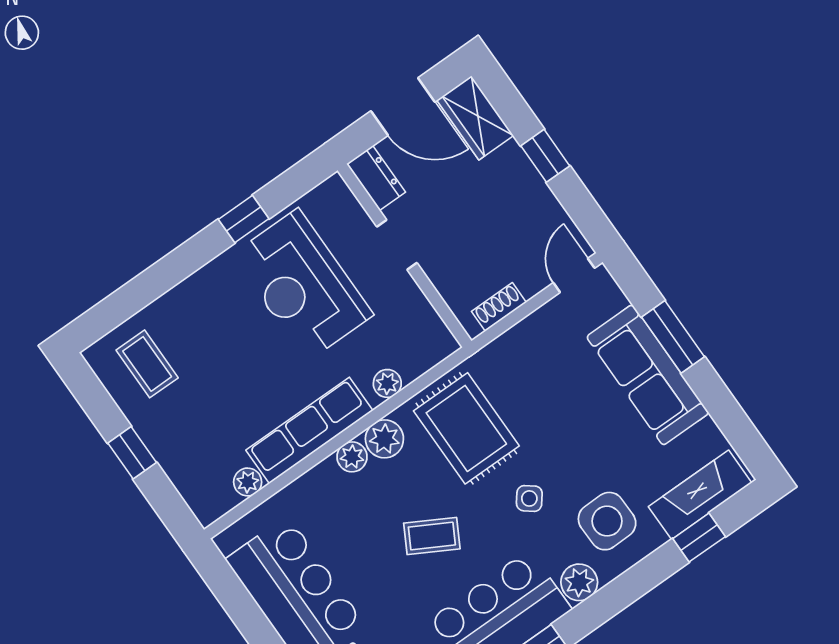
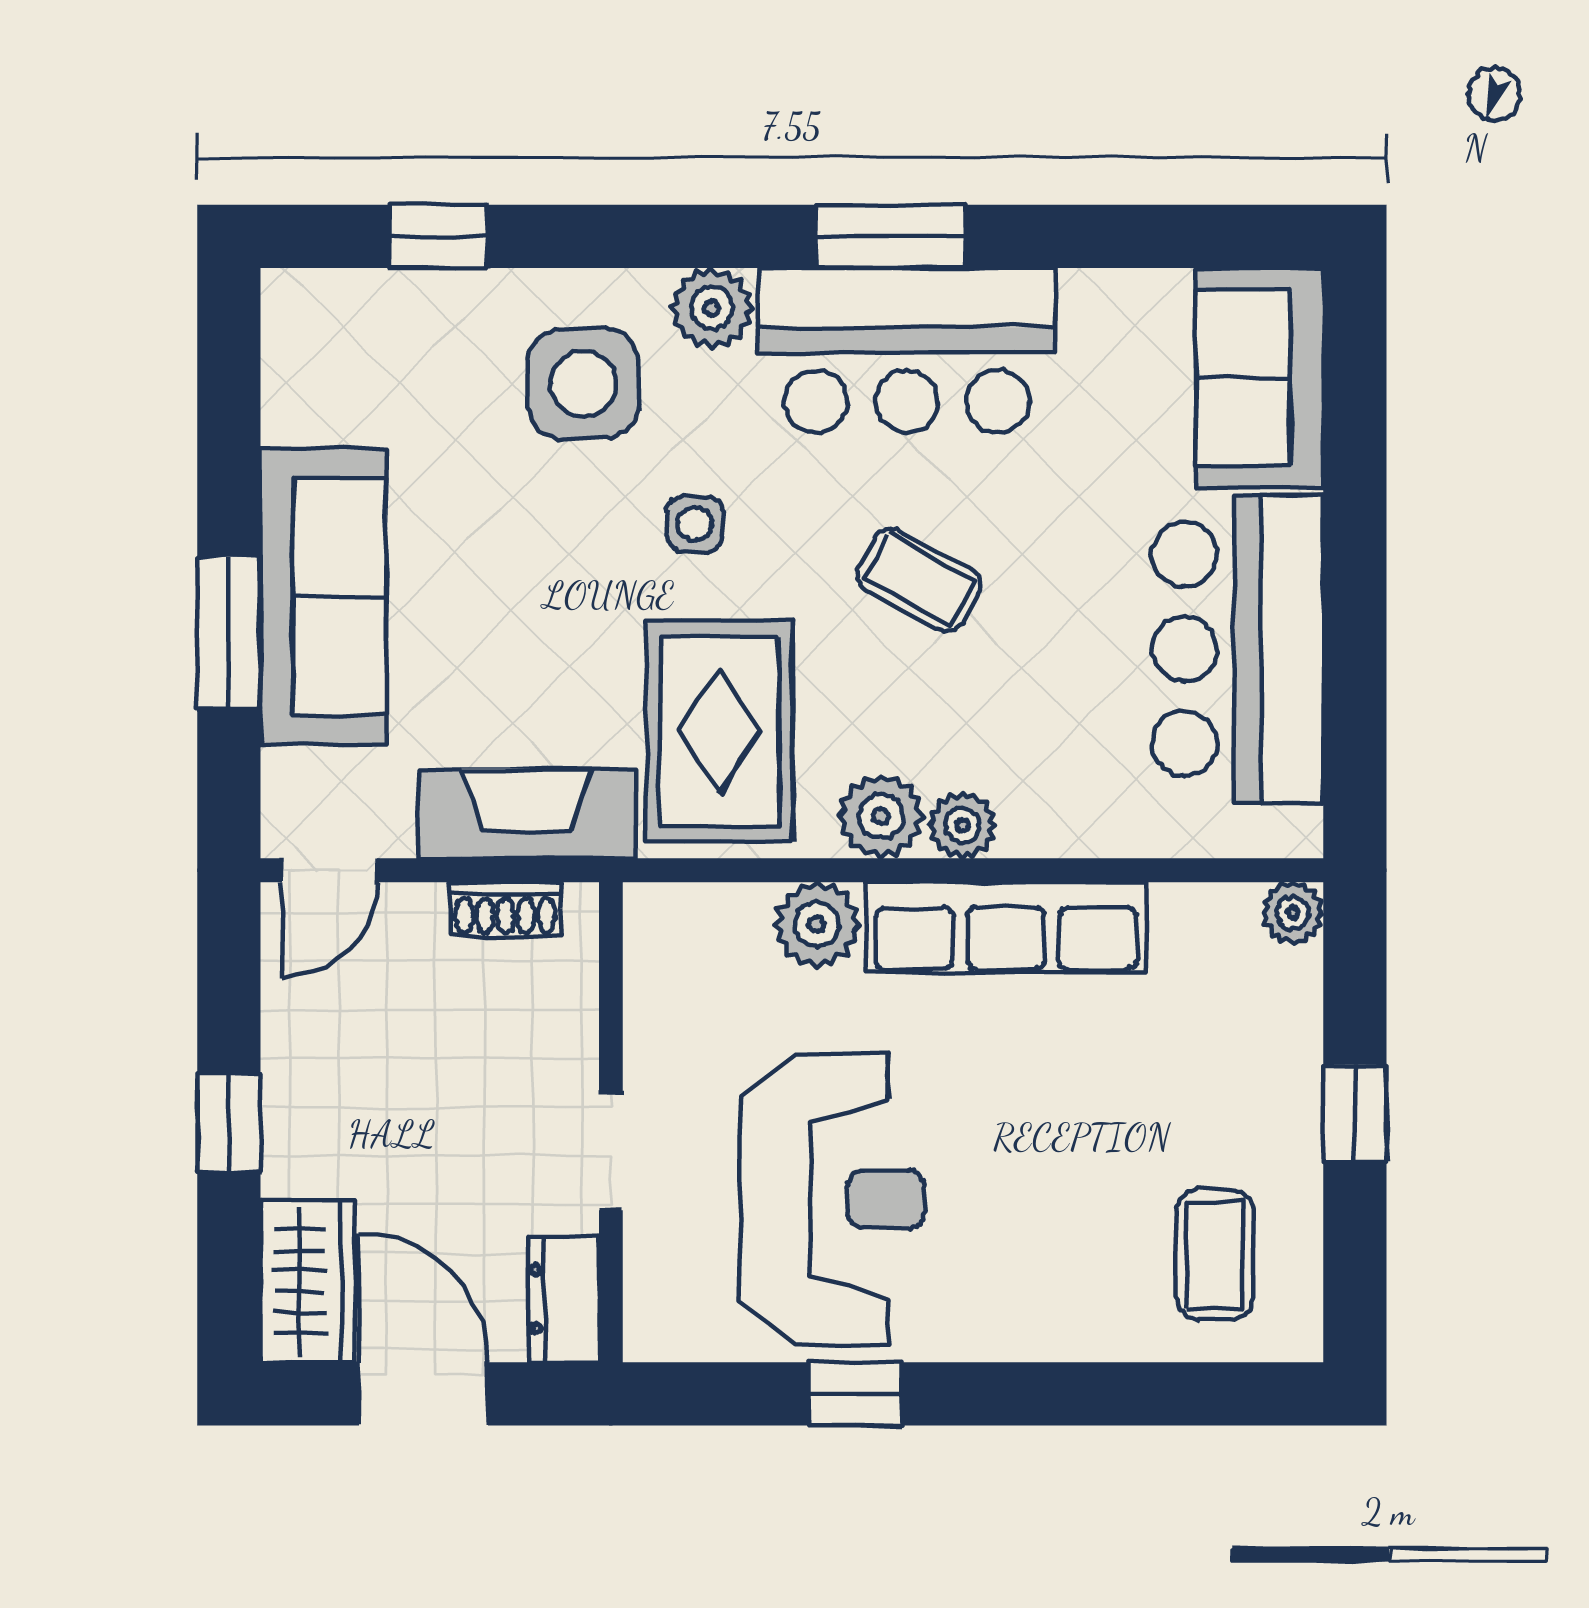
plant: (387, 383) -> (817, 924), width x1.38, depth x1.38
plant: (248, 482) -> (1293, 913), moved
fireplace: (700, 495) -> (527, 814), moved, turned 180
side table: (529, 498) -> (695, 524), turned -38

